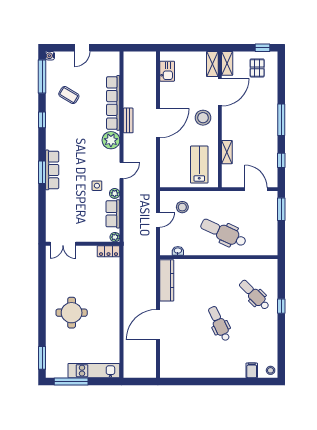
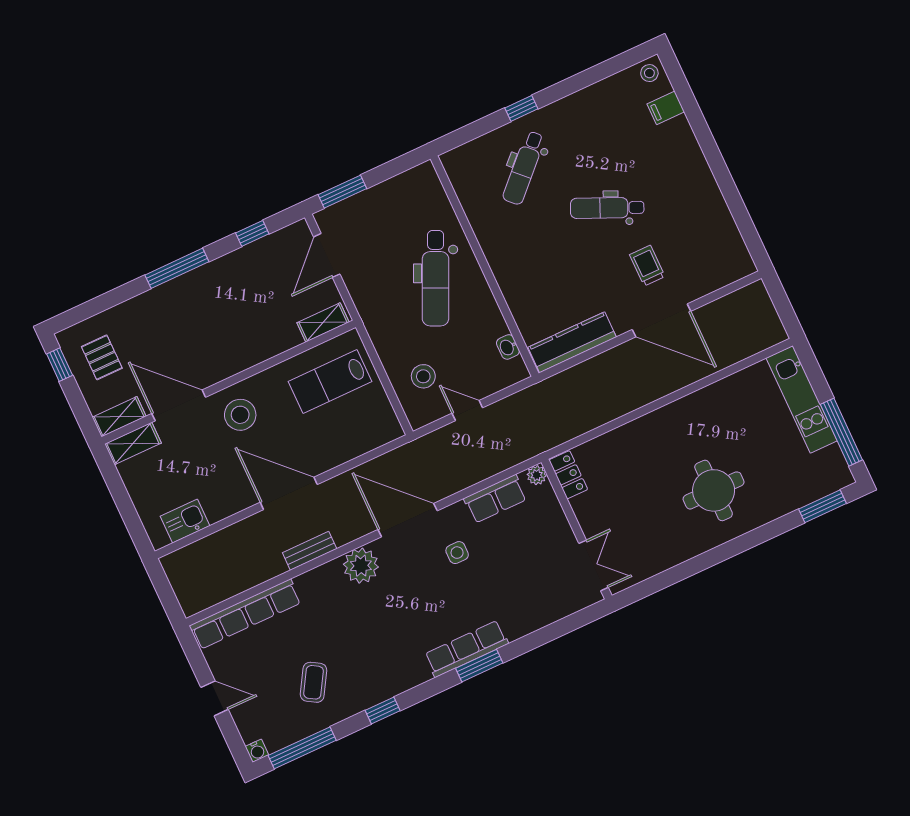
pallet: (257, 68) -> (102, 357), turned 90
row of seats: (113, 103) -> (245, 614), moved
shelving: (227, 152) -> (323, 322), moved
door: (122, 170) -> (408, 520), width x1.88
plant: (115, 193) -> (456, 513), removed
dental chair: (219, 324) -> (607, 208), turned 49
trolley: (185, 330) -> (647, 266), added

